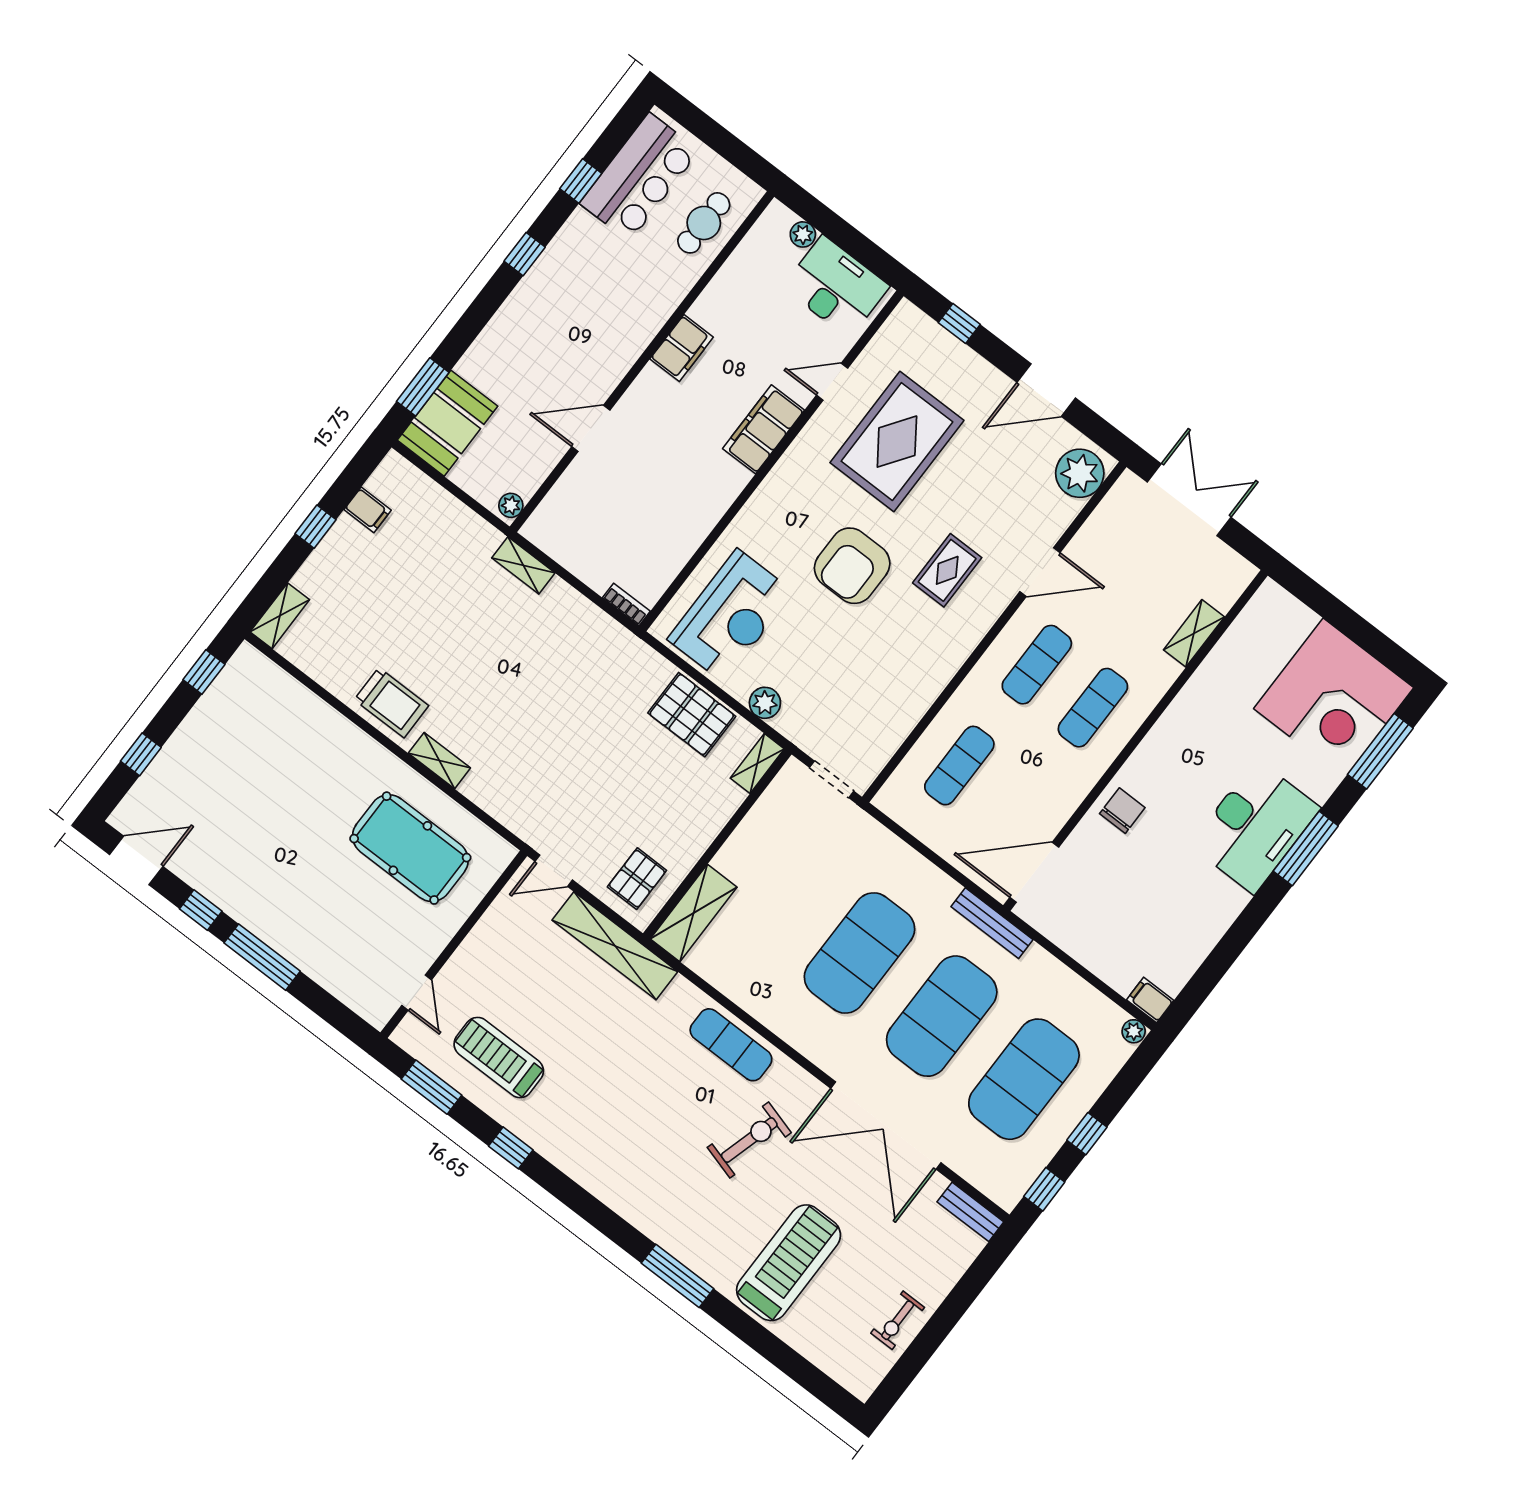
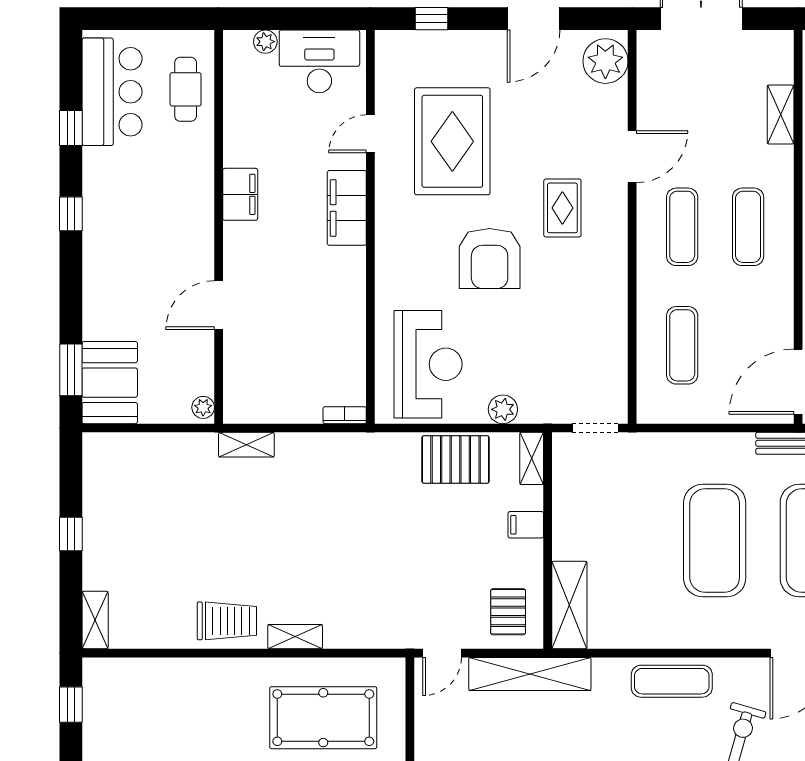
filing cabinet: (368, 510) -> (526, 525), moved, turned 180

